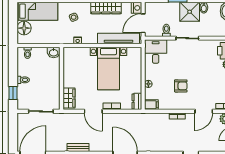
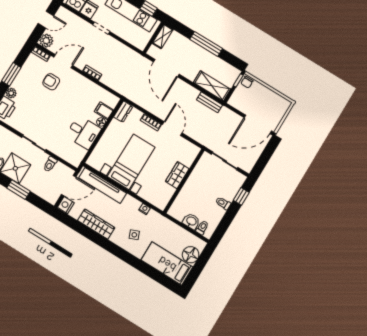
washbasin: (54, 52) -> (191, 221), moved
desk: (156, 52) -> (83, 132), moved, turned -90
armchair: (181, 86) -> (51, 82), moved
wardrobe: (69, 98) -> (177, 175), moved
filing cabinet: (151, 105) -> (104, 111), moved

